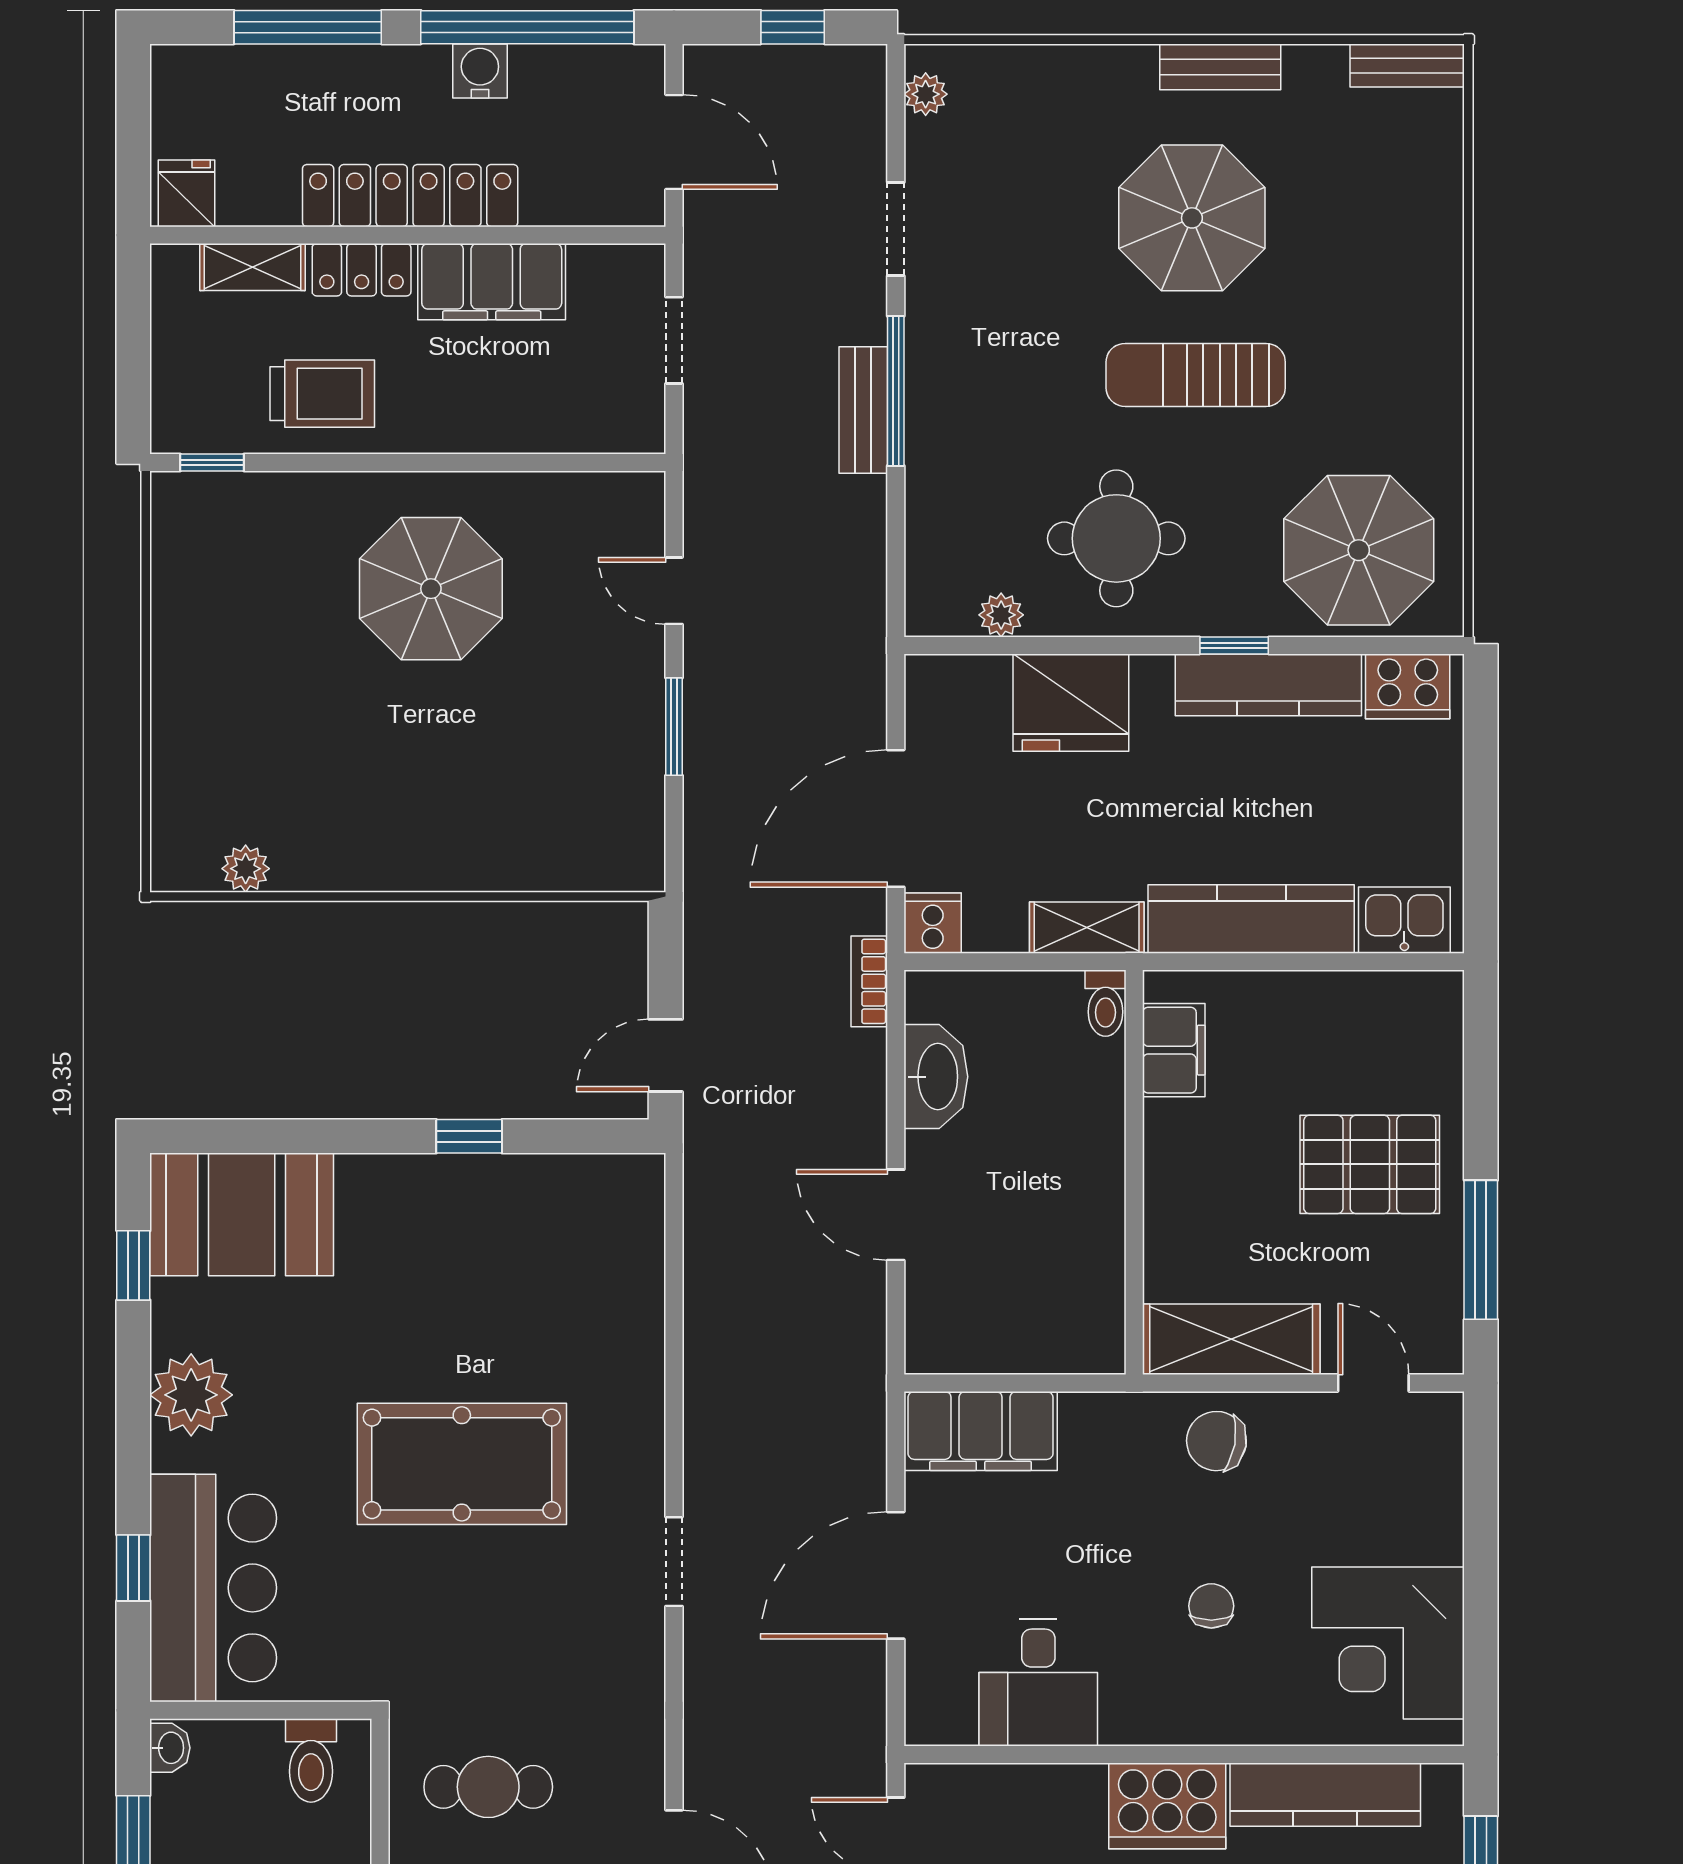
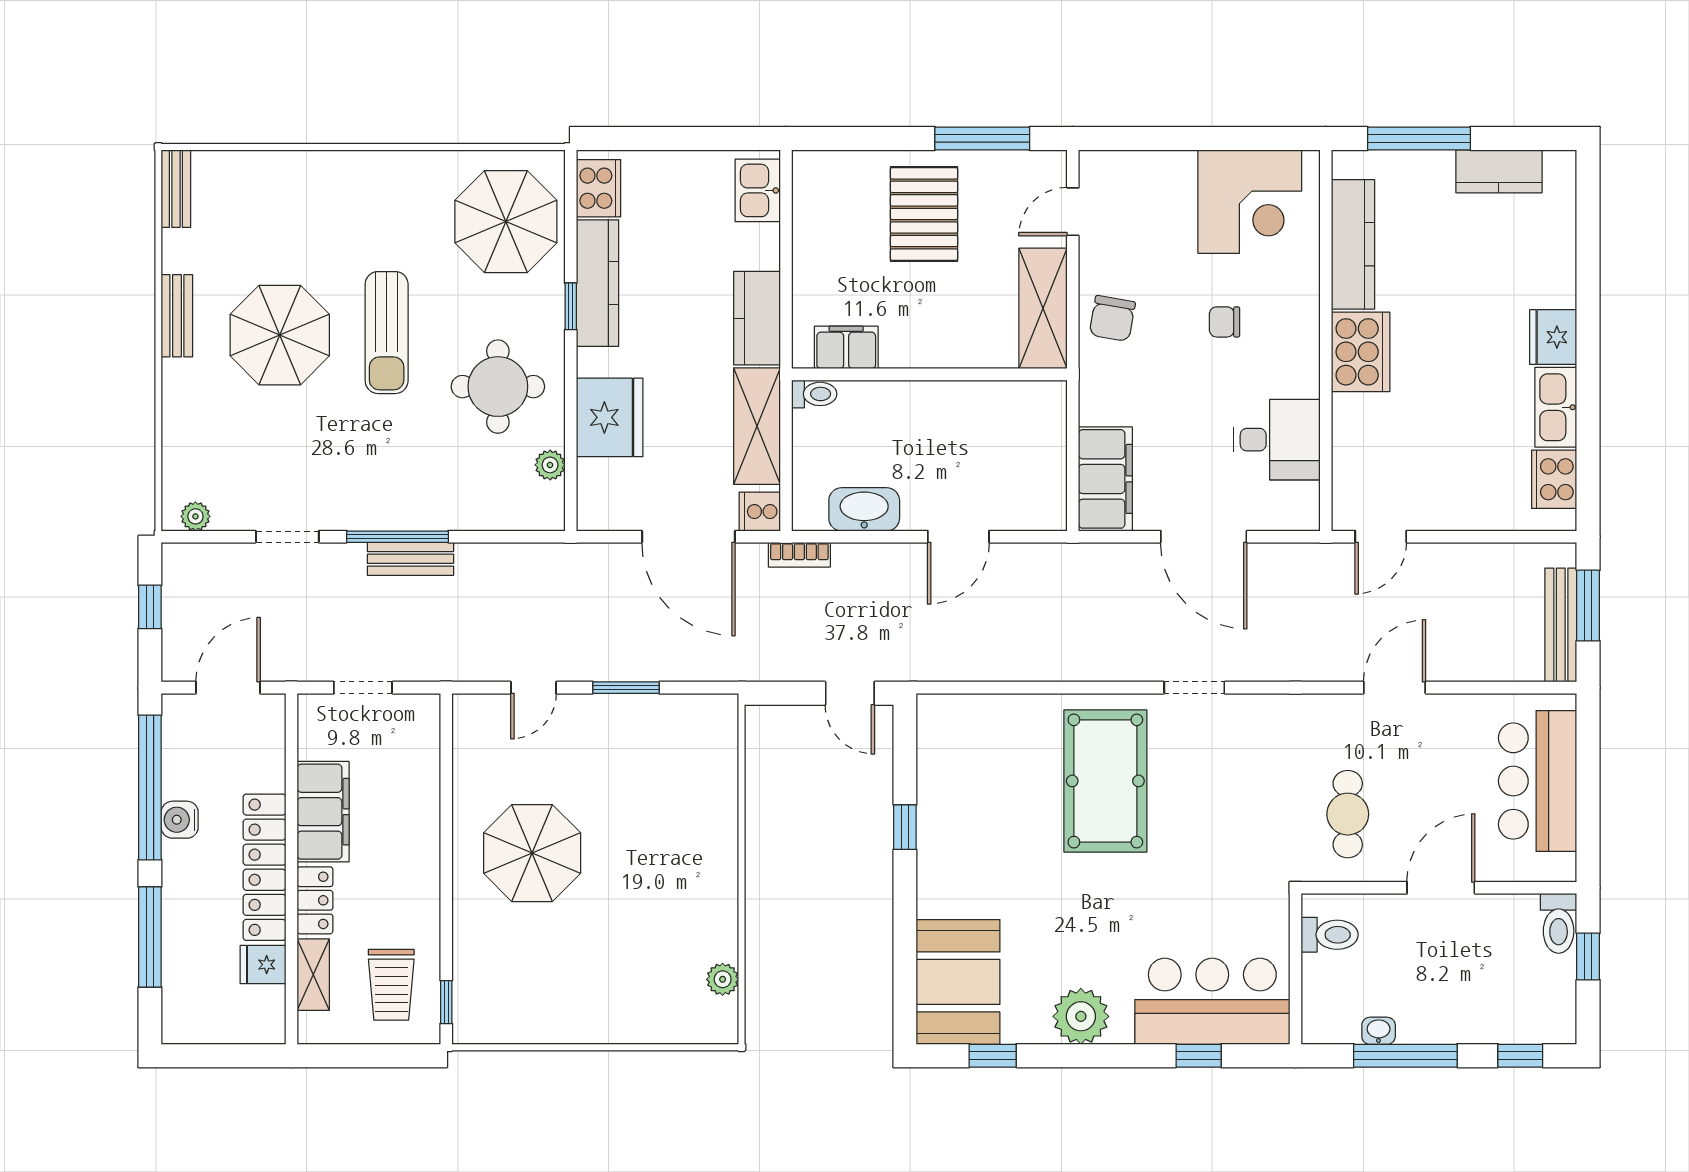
fridge: (187, 193) -> (263, 965), moved
trolley: (322, 394) -> (391, 985), moved, turned 180
kitchen counter: (1251, 919) -> (757, 318), width x0.67
shelving: (1087, 928) -> (757, 426), width x1.50, depth x1.33
pool table: (462, 1464) -> (1105, 781), moved
washbasin: (170, 1748) -> (1379, 1031), moved

